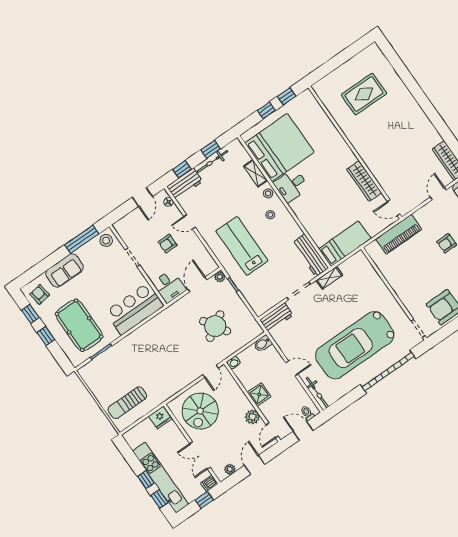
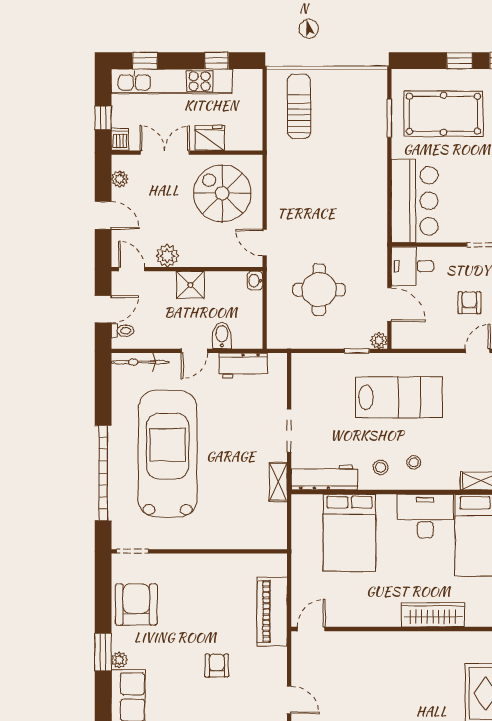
wardrobe: (364, 181) -> (433, 615), moved
desk: (291, 185) -> (425, 516), width x1.37
stool: (268, 193) -> (380, 467), moved
bed: (345, 244) -> (350, 533), moved, width x1.50
workbench: (277, 318) -> (243, 366), moved, turned -90
round table: (215, 326) -> (319, 290), turned 32
bidet: (263, 344) -> (222, 336), moved
fridge: (161, 417) -> (210, 138), moved, turned 90
window: (146, 480) -> (217, 61), moved

